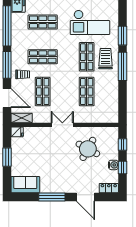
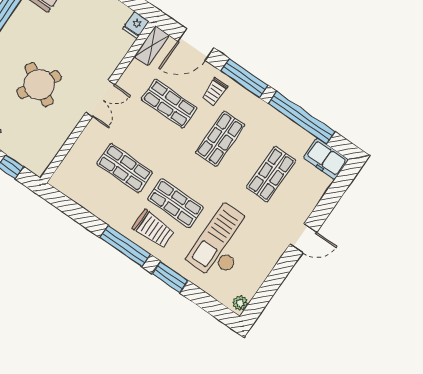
round table: (88, 149) -> (39, 85), moved

